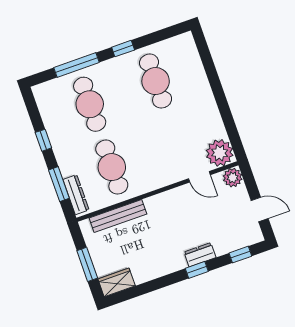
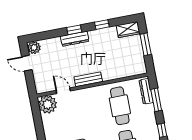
plant: (233, 178) -> (34, 48), moved
bench: (118, 216) -> (88, 79), moved, width x0.73
dresser: (200, 255) -> (75, 39), width x1.44
window: (240, 255) -> (102, 25), moved

